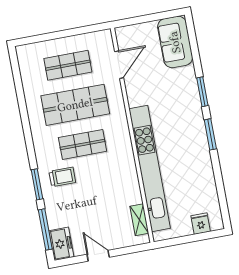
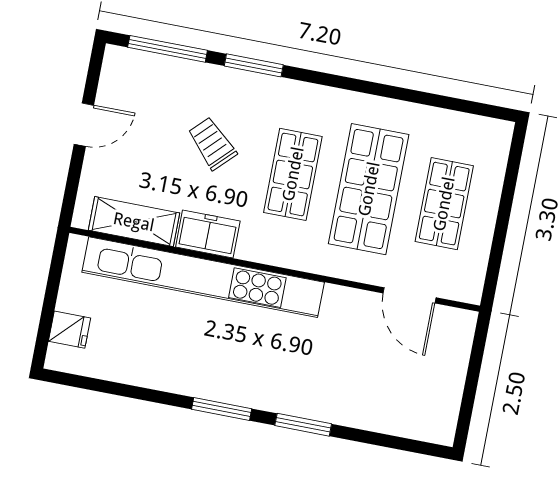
sofa: (175, 42) -> (411, 411), removed
trolley: (62, 177) -> (212, 143), moved, turned 135
shelving: (139, 220) -> (134, 222), width x1.50, depth x1.33
freezer: (61, 244) -> (208, 234), moved, turned 180

